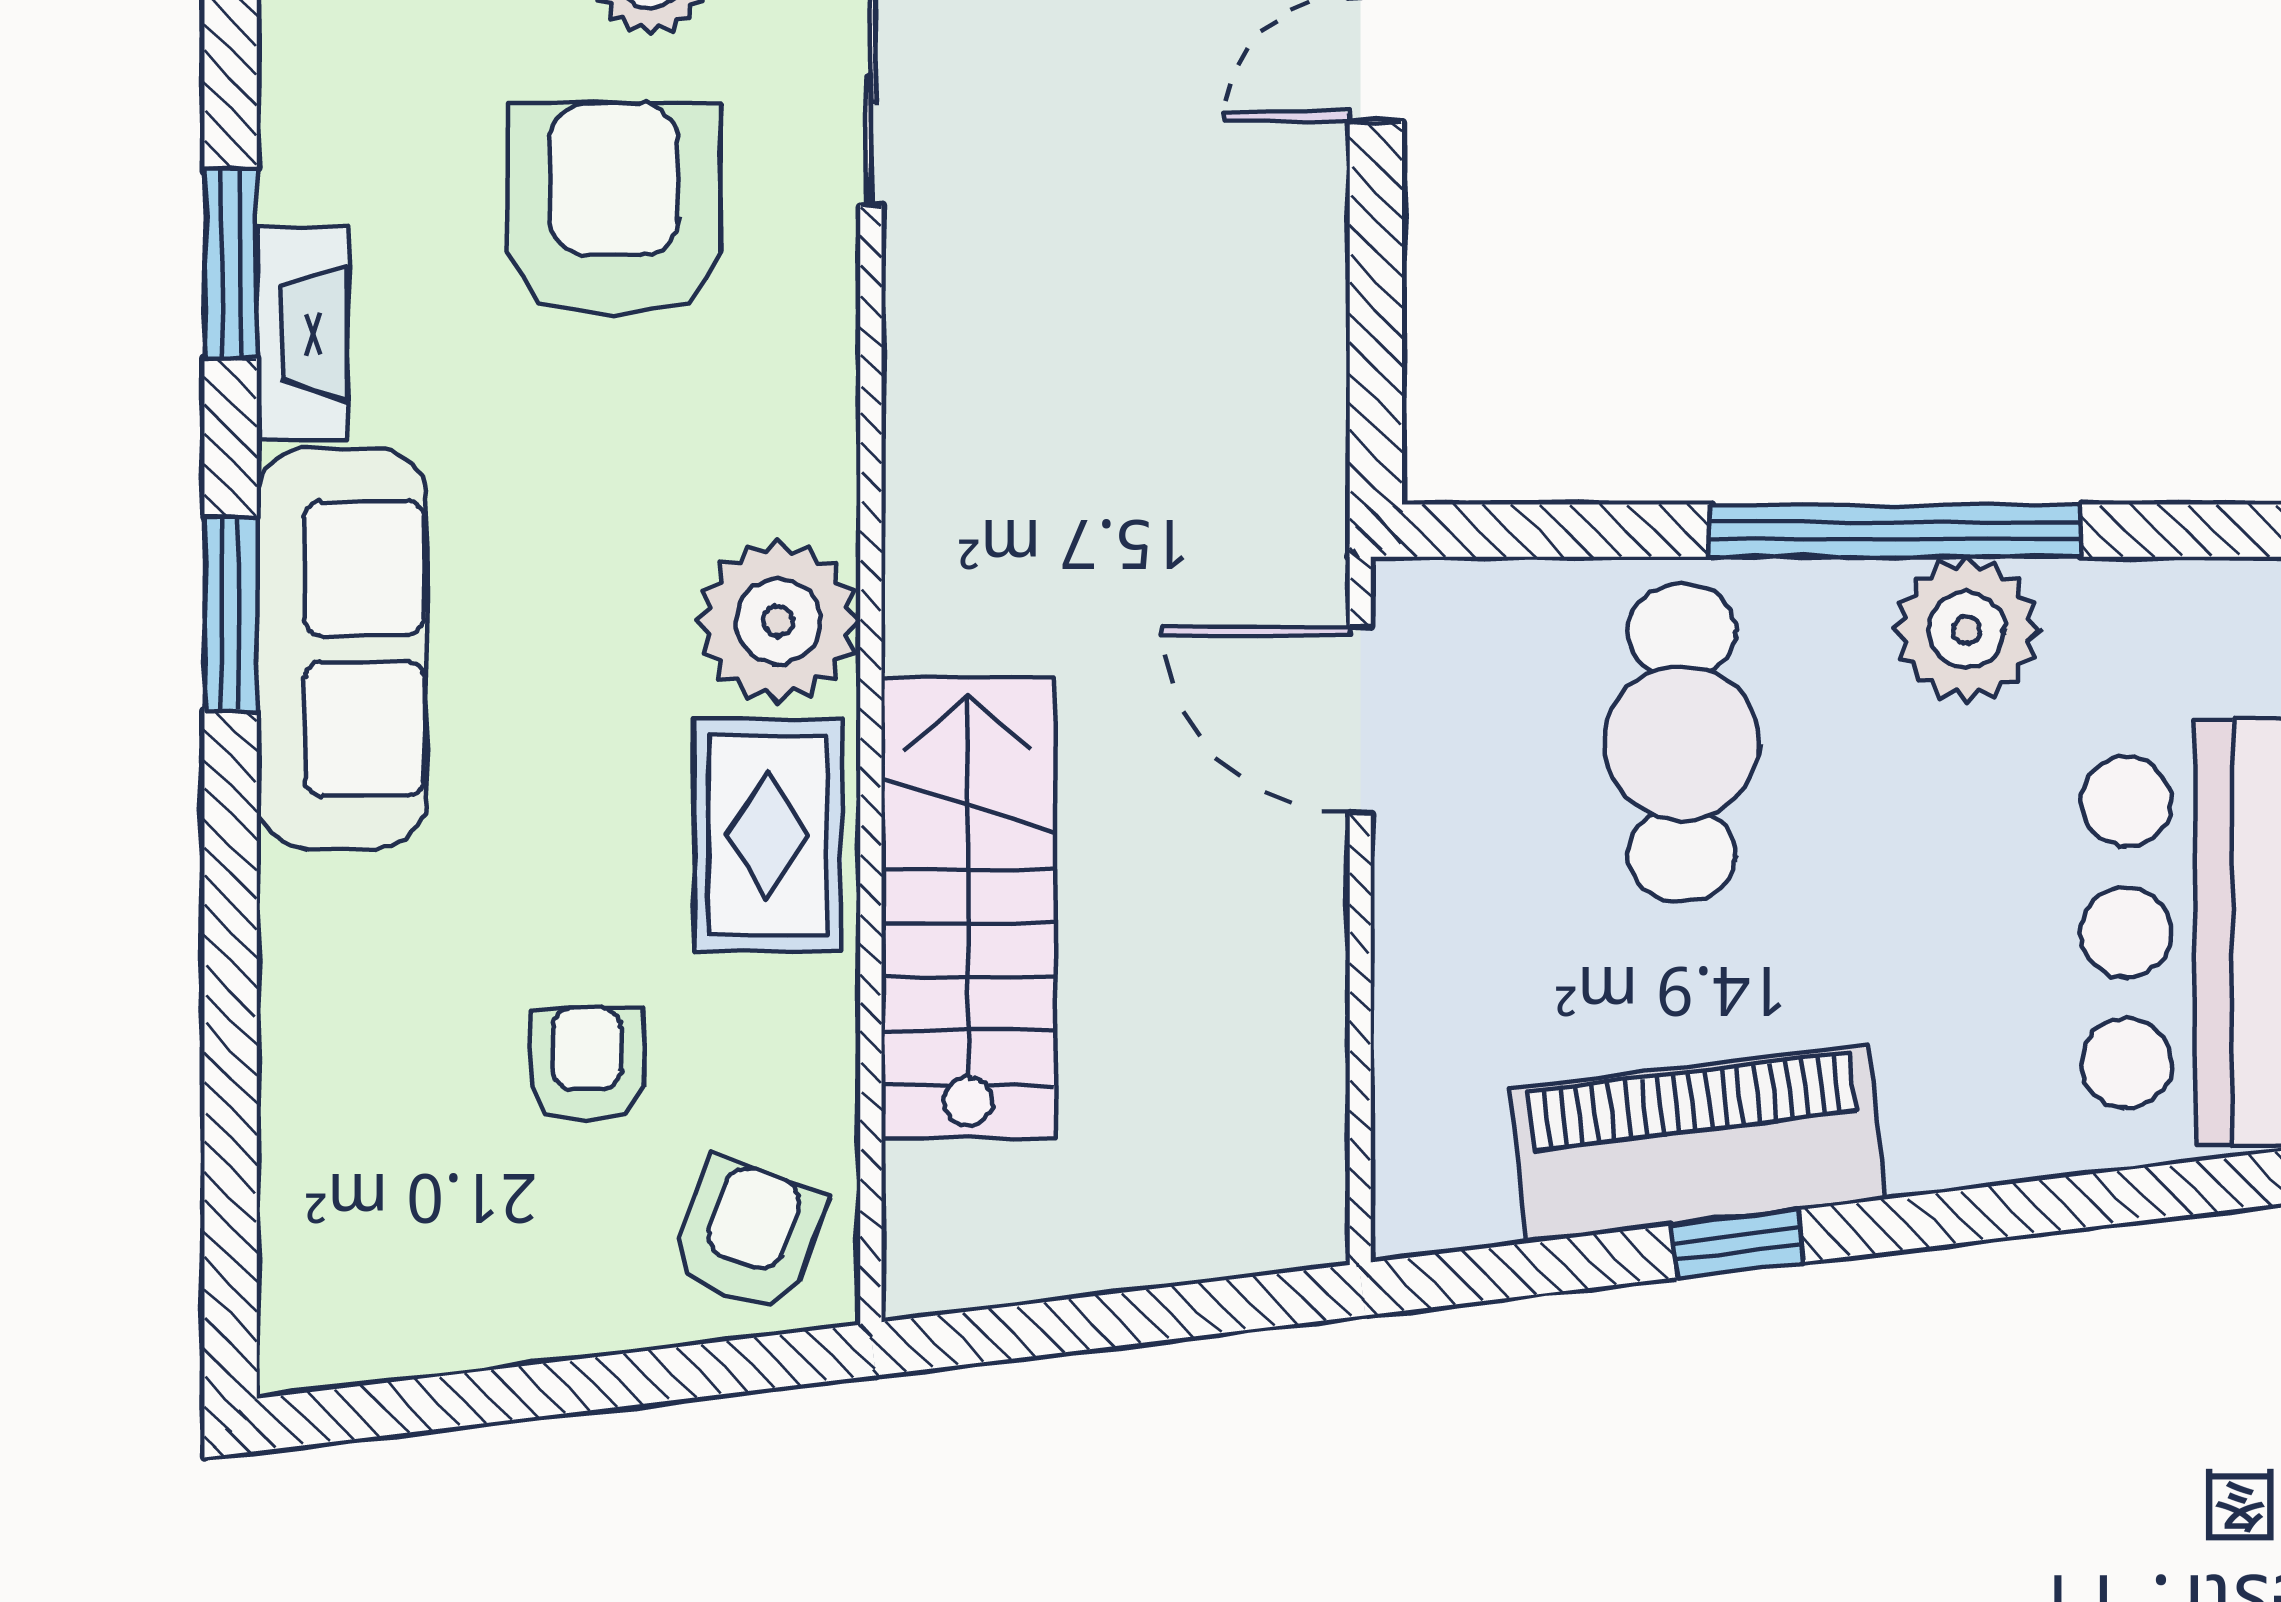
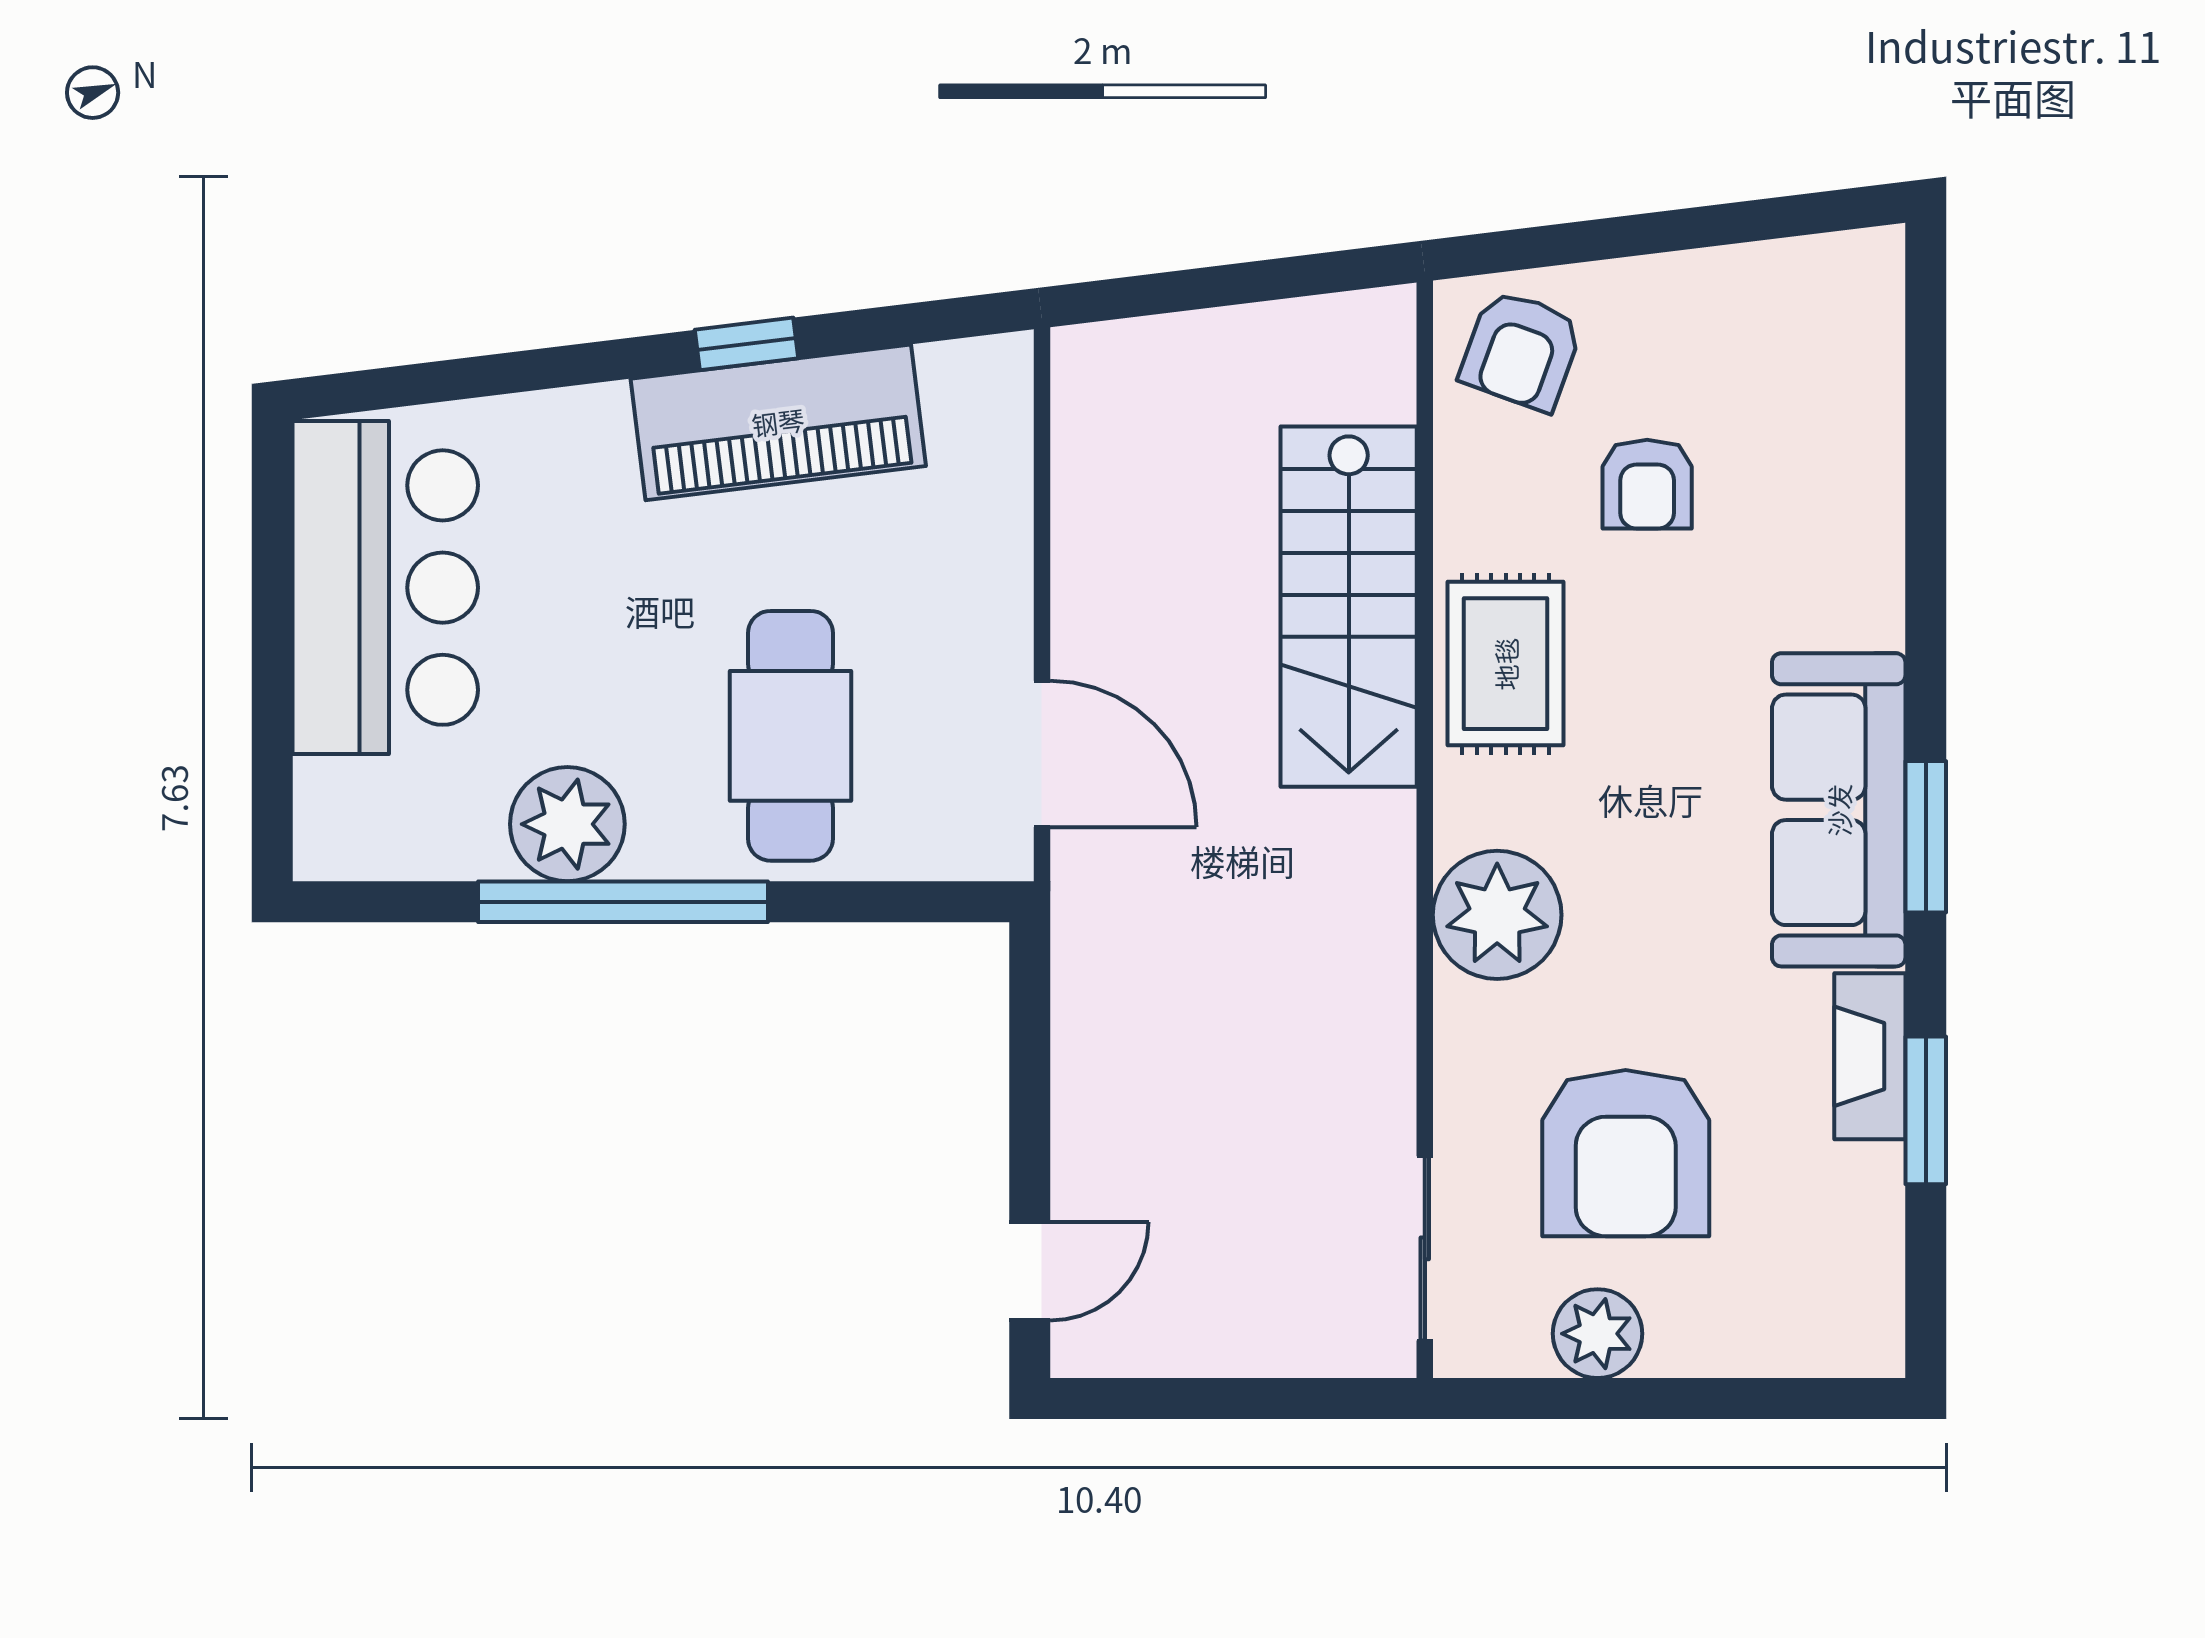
plant: (778, 621) -> (1497, 915), moved

